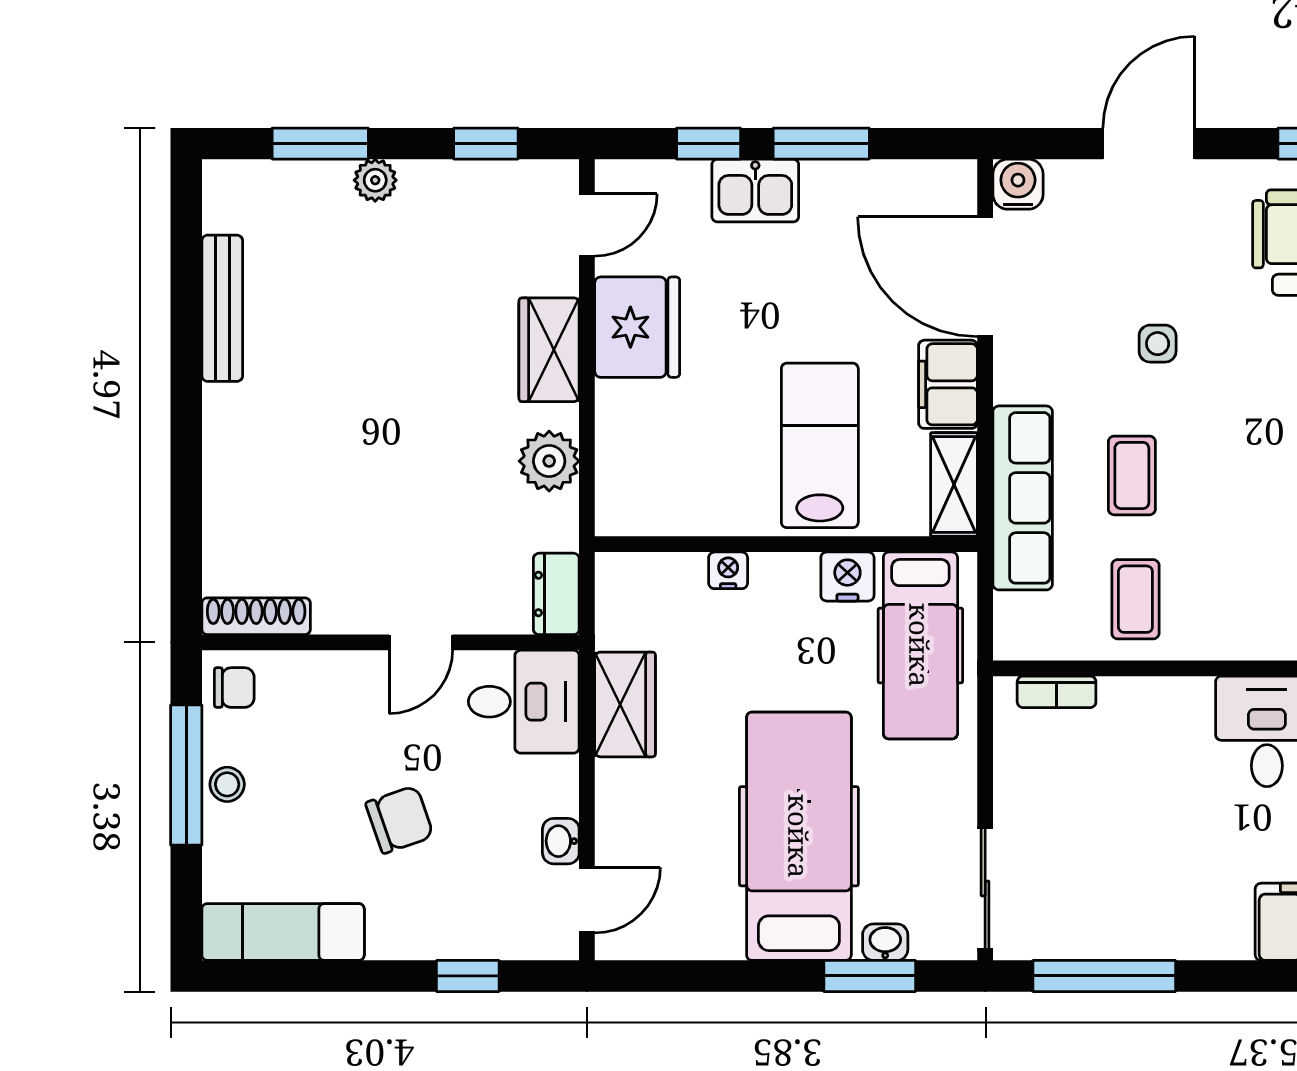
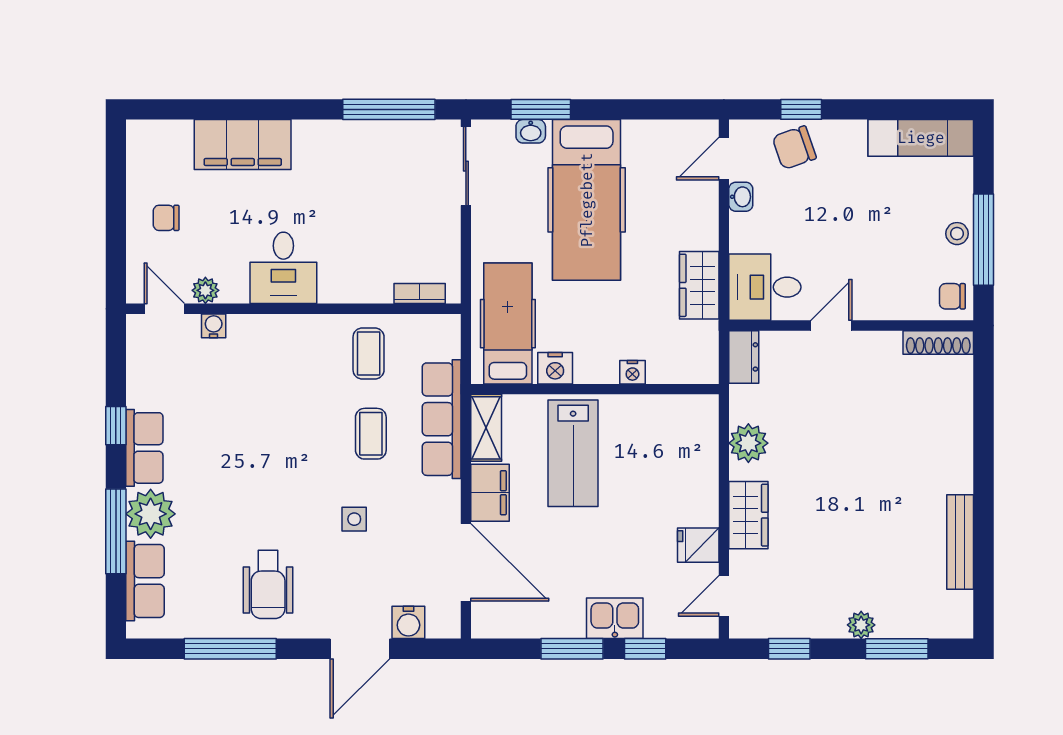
water cooler: (1018, 184) -> (408, 622), moved
fridge: (637, 327) -> (698, 545), width x0.53, depth x0.75
chair: (400, 820) -> (794, 148), moved

